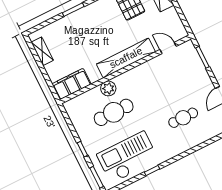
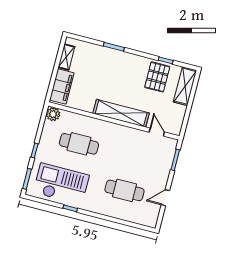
filing cabinet: (72, 84) -> (62, 86), moved, turned 90
plant: (108, 88) -> (53, 114), moved
cafe table: (183, 118) -> (125, 190), width x1.37, depth x1.35

